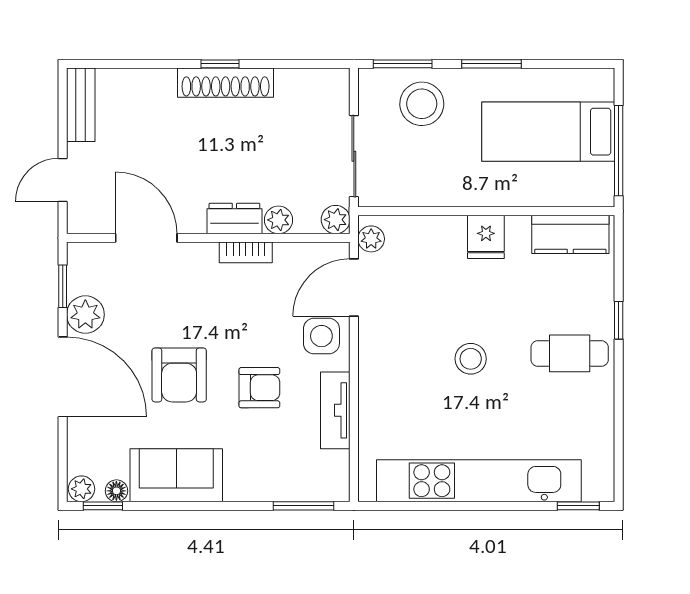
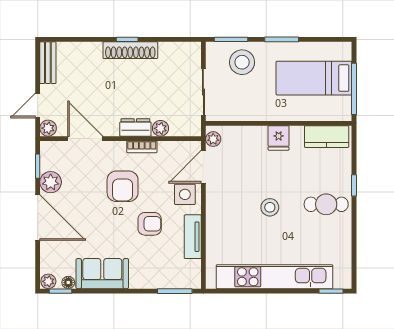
plant: (336, 220) -> (48, 128), moved
armchair: (179, 375) -> (123, 186), moved

